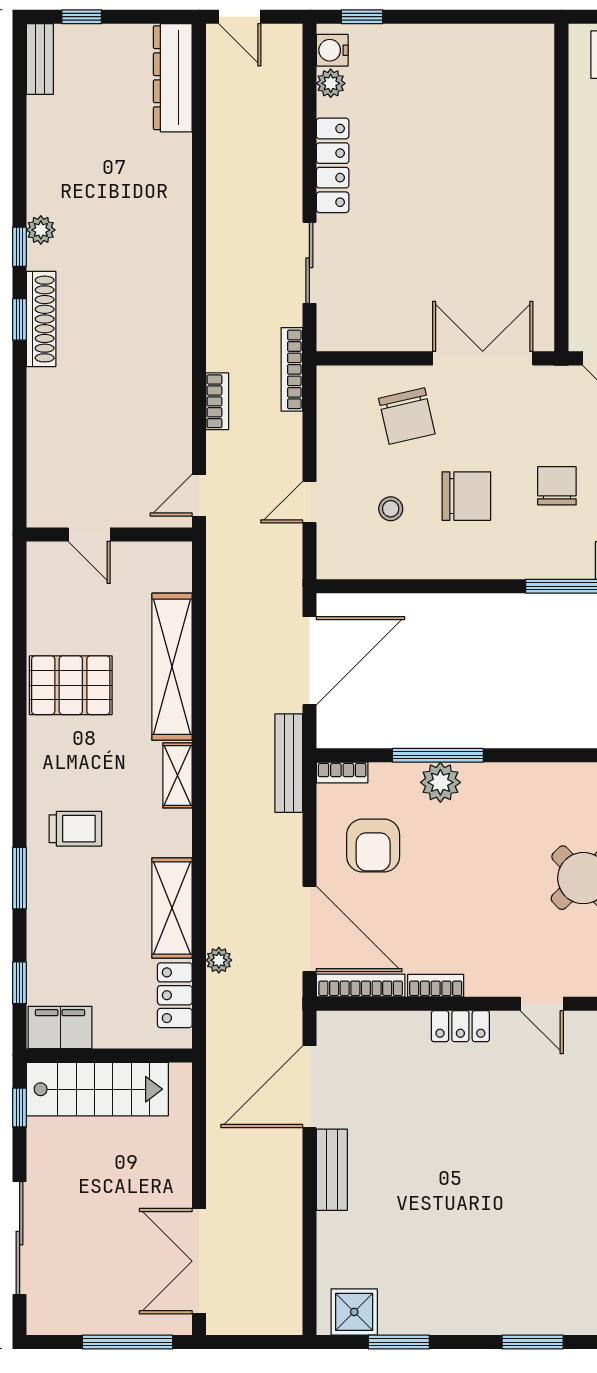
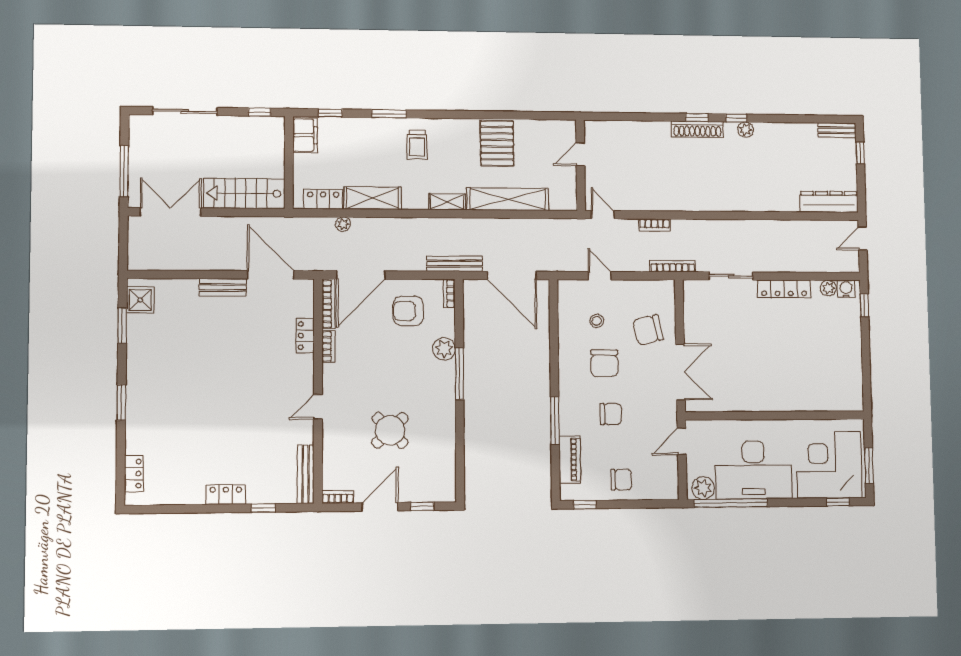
window: (438, 755) -> (459, 374), moved
locker: (460, 1026) -> (305, 336), moved
stairs: (97, 1089) -> (244, 193), moved, turned 90

